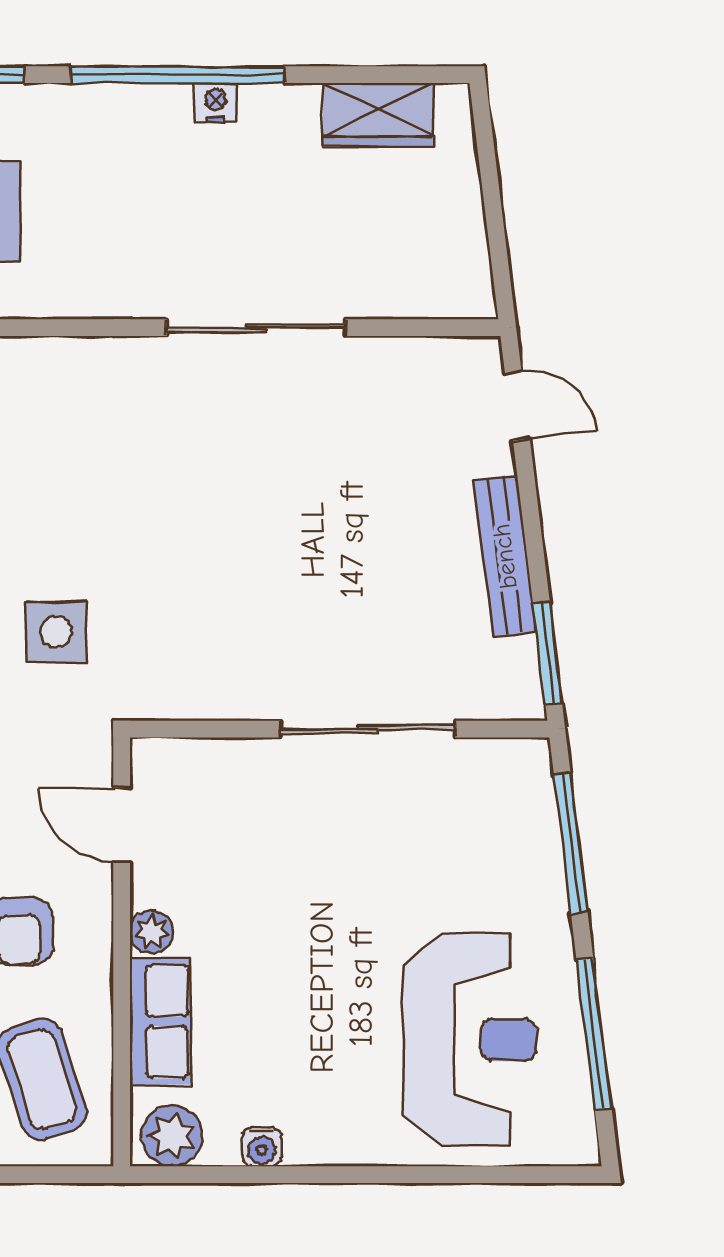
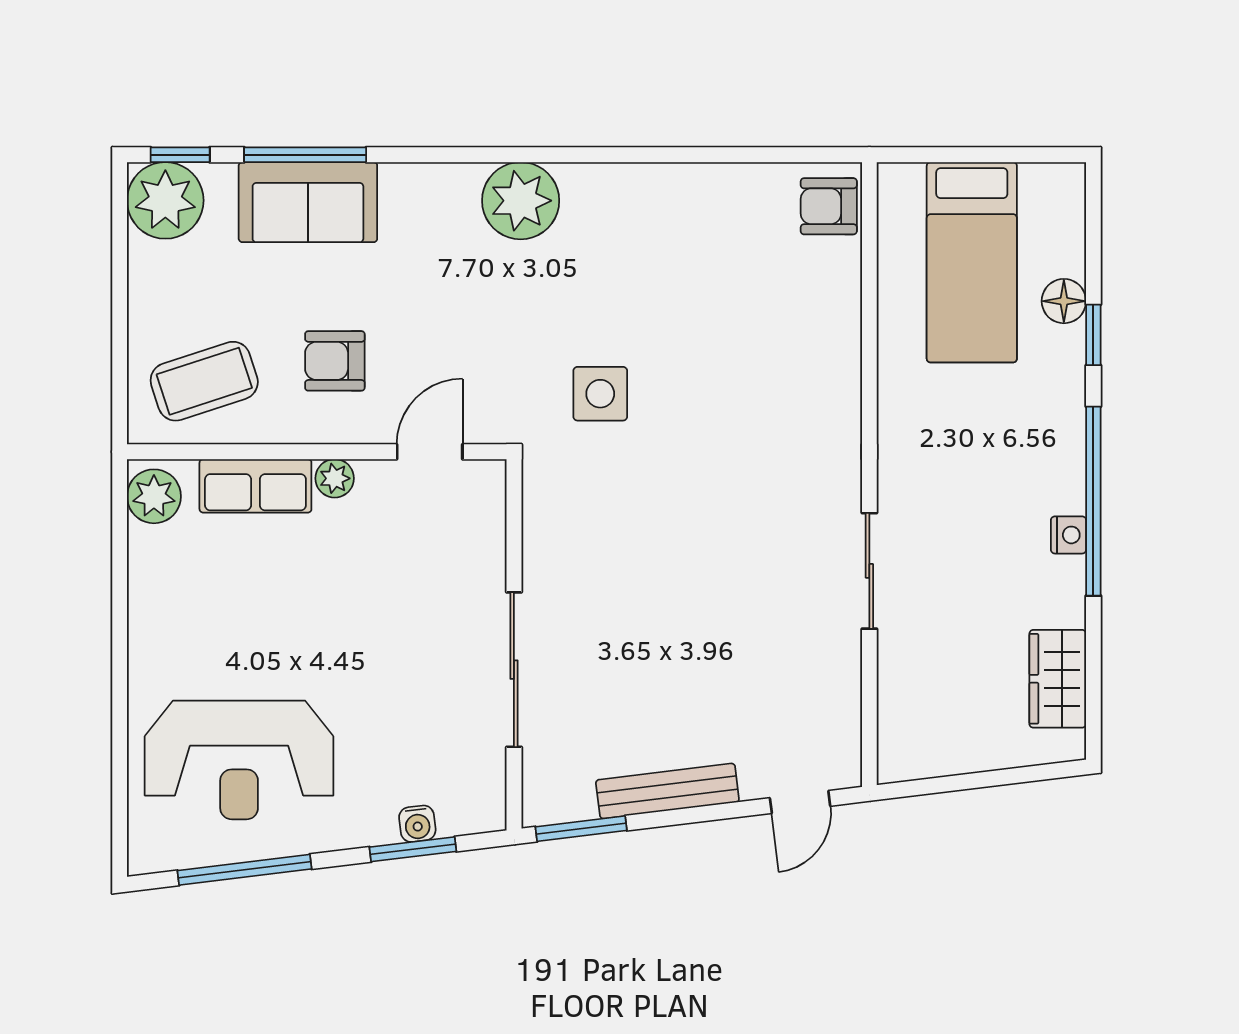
sliding door: (256, 328) -> (869, 571), width x0.73
window: (571, 844) -> (413, 849), width x0.69
water cooler: (262, 1147) -> (417, 824), moved, turned -97

